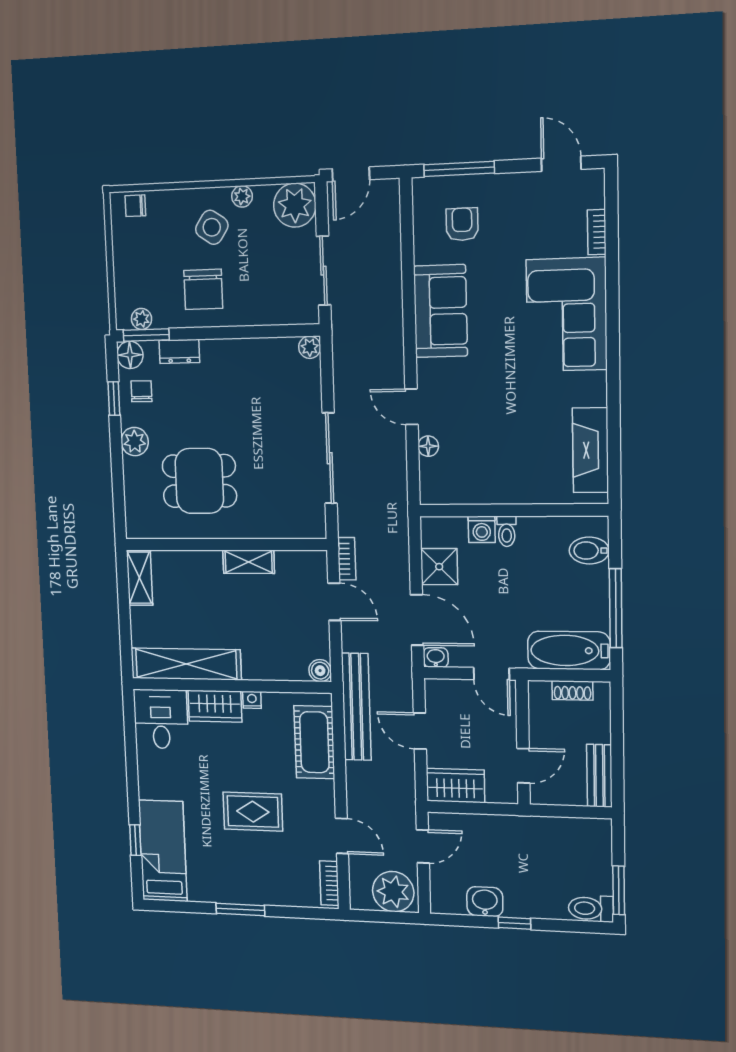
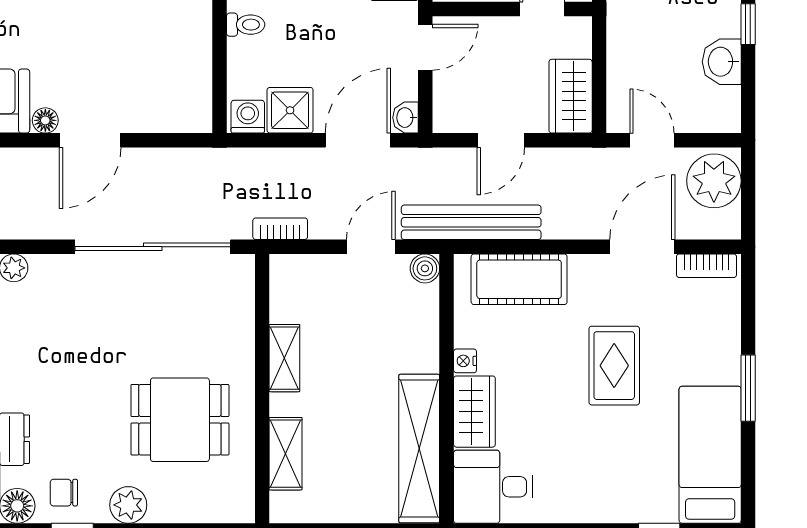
door: (411, 407) -> (90, 140), width x1.37
floor lamp: (428, 446) -> (45, 120), moved
sliding door: (330, 458) -> (153, 247), width x1.36
dining table: (199, 481) -> (180, 420), turned 90
washing machine: (482, 529) -> (248, 117), moved, turned -90
shelving: (140, 578) -> (286, 454), moved, turned 90
door: (334, 602) -> (371, 247), moved
door: (342, 836) -> (642, 247), width x1.38
bed: (163, 851) -> (710, 455), moved, turned 90

